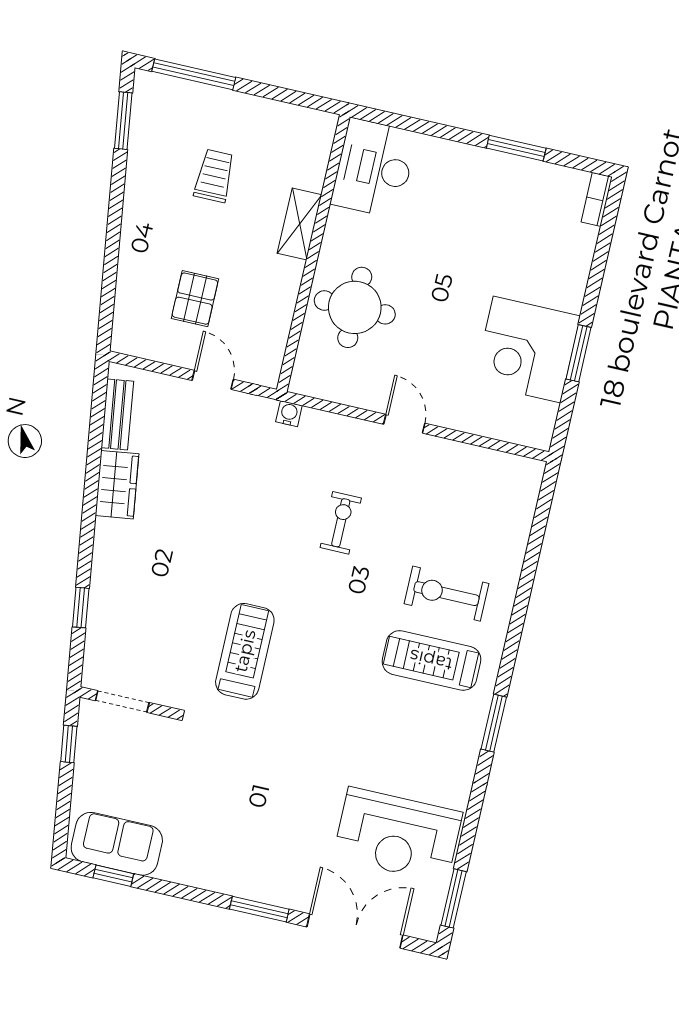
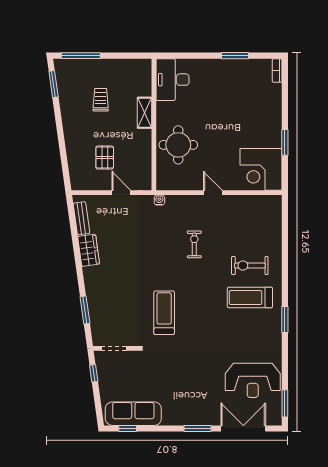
corner desk: (527, 349) -> (261, 169), moved
window: (81, 608) -> (85, 310), width x1.50
sofa: (117, 844) -> (133, 414), width x1.36

